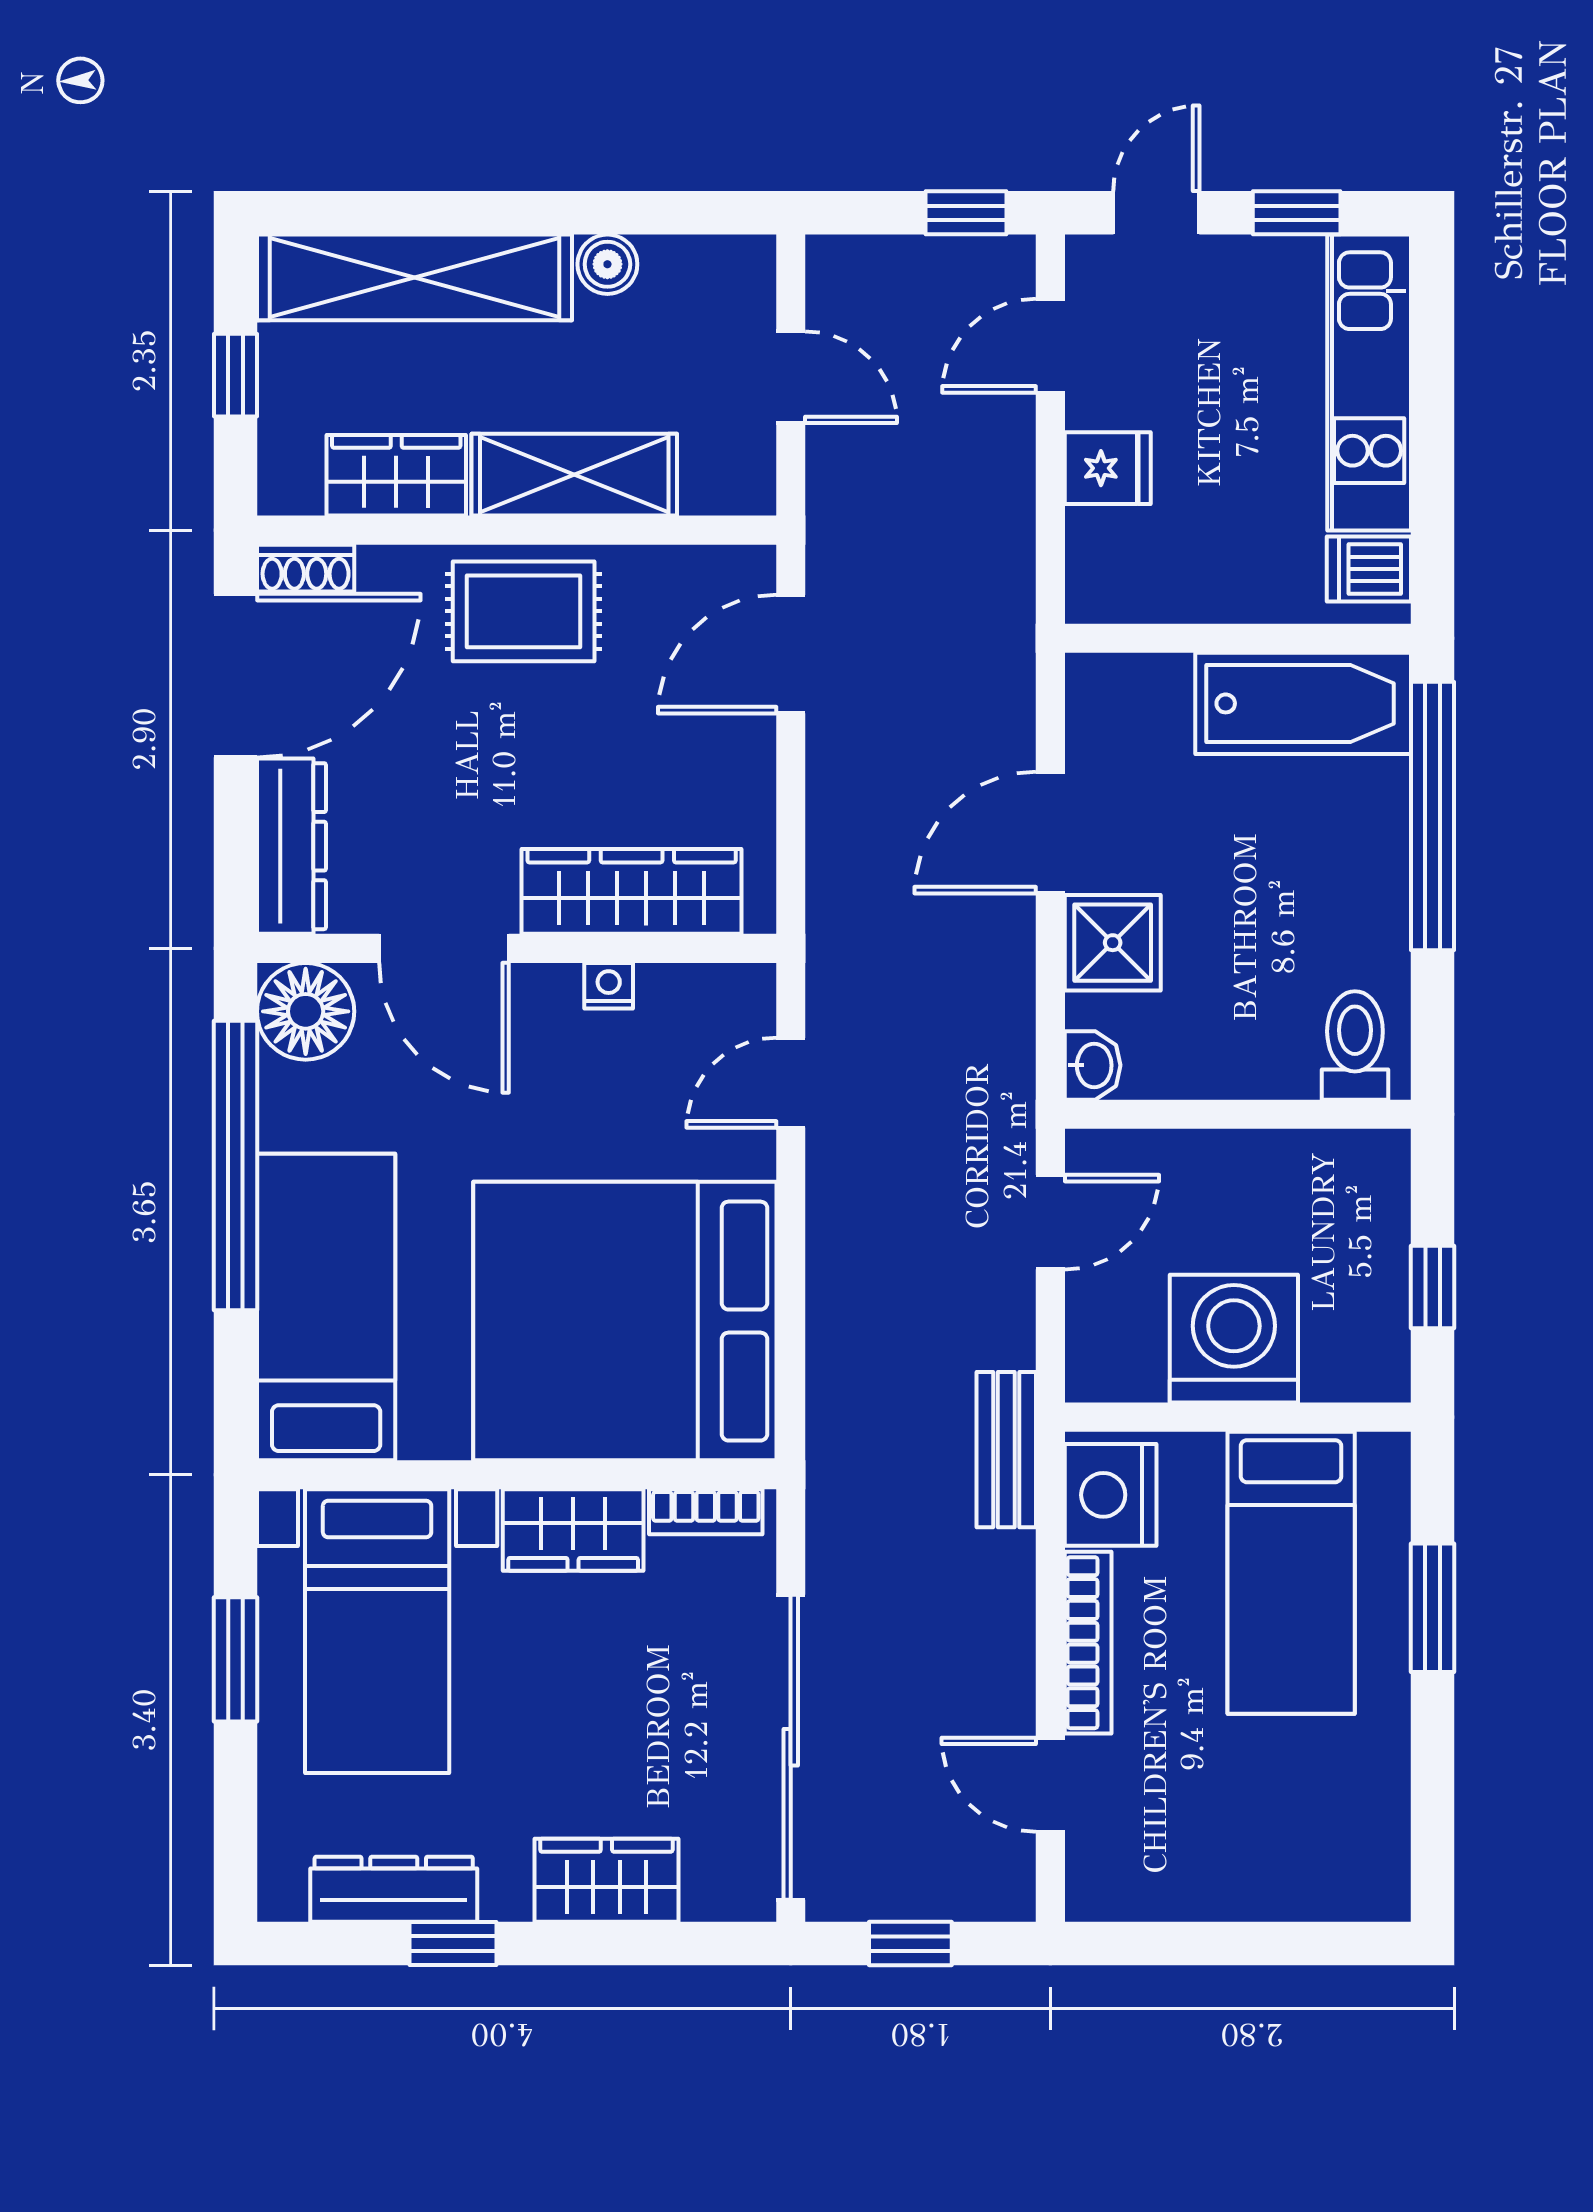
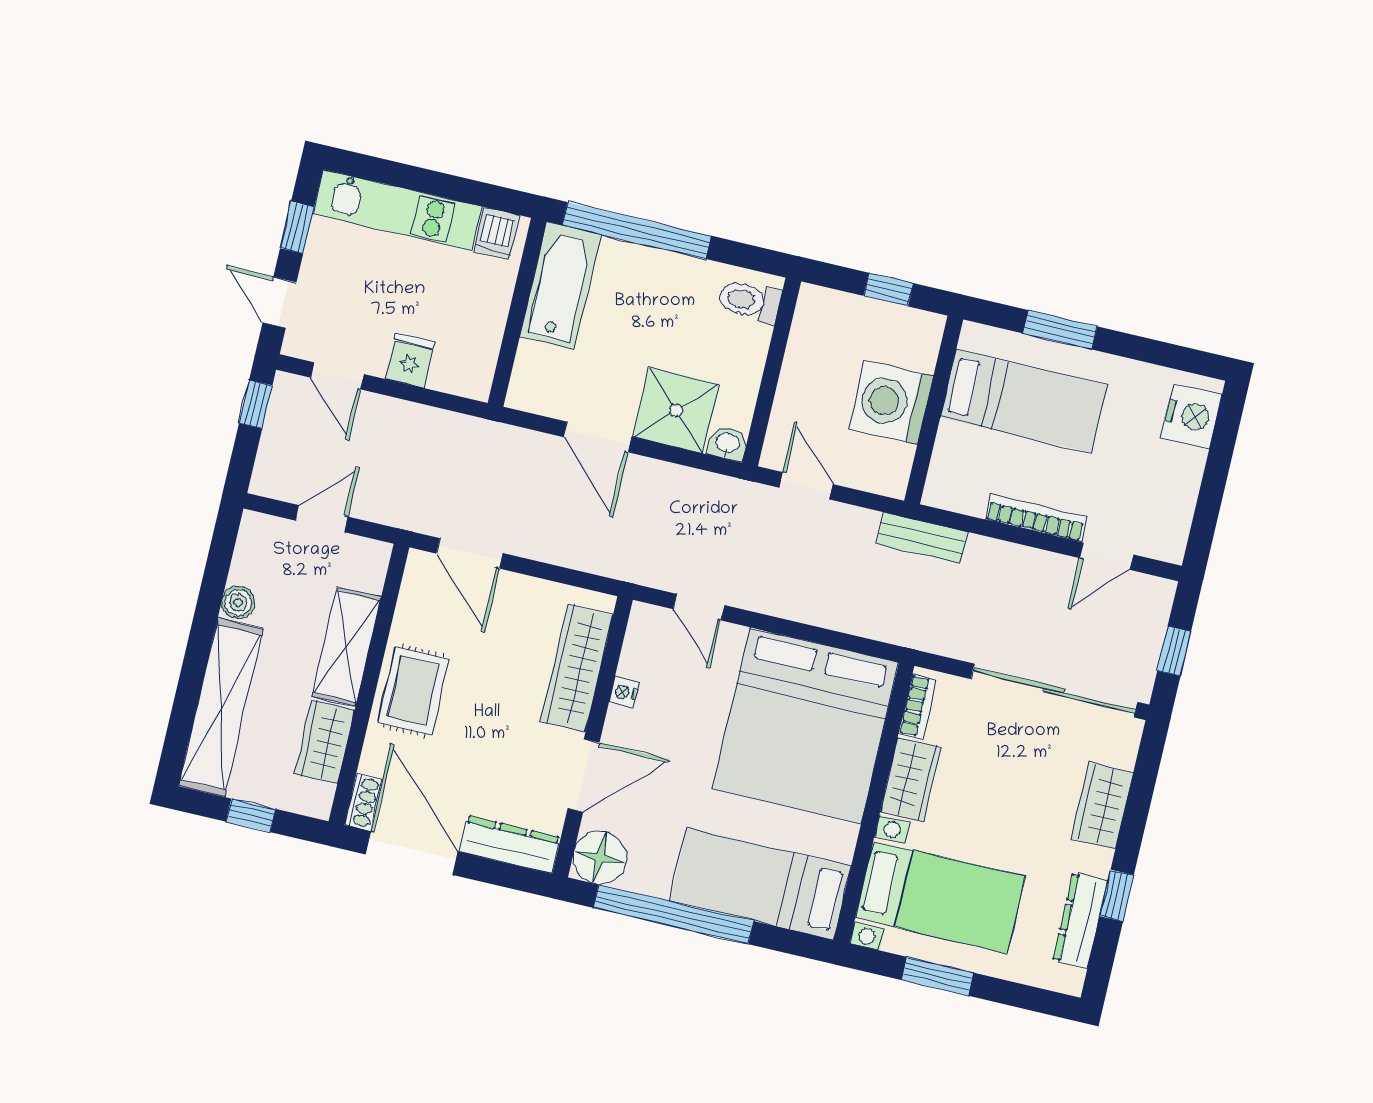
shower: (1113, 943) -> (676, 410), width x1.36, depth x1.36
nightstand: (1111, 1495) -> (1191, 416), moved, turned -90

